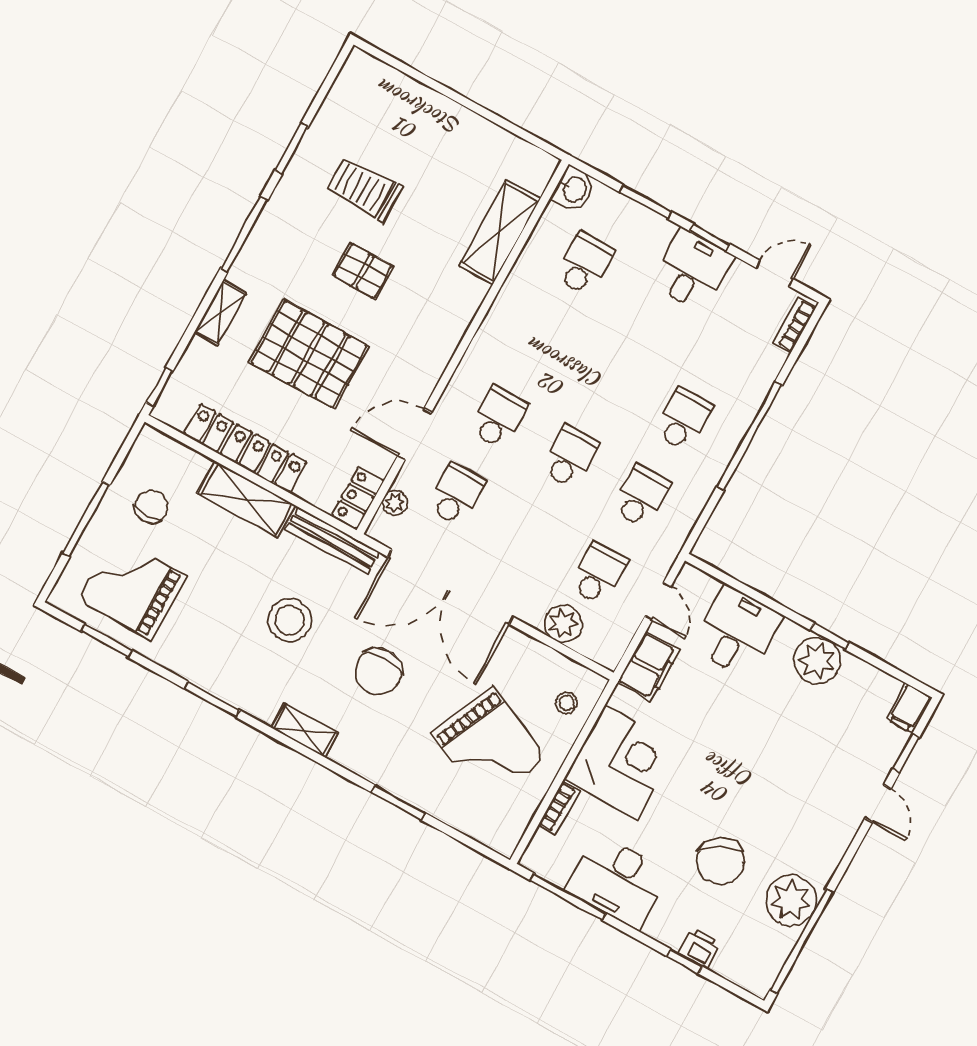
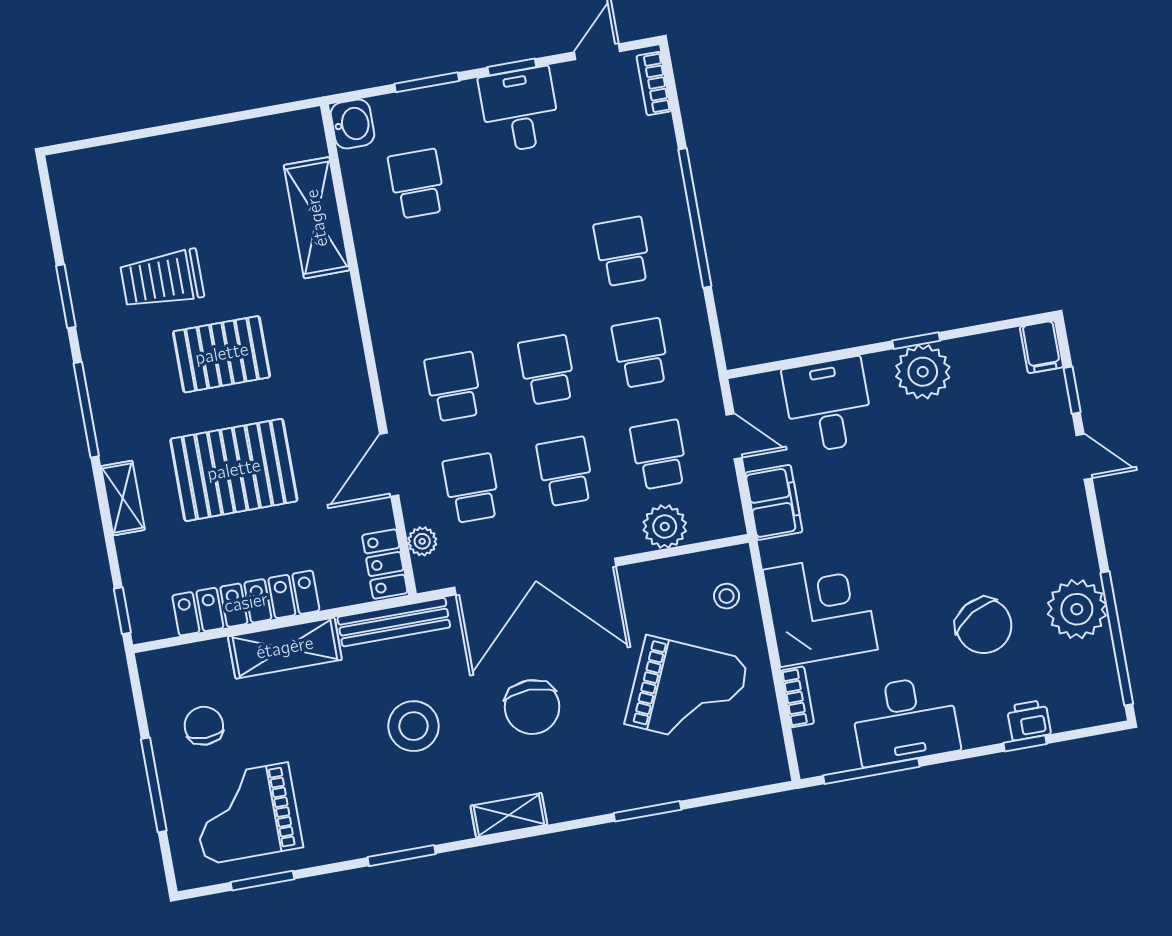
pallet: (363, 271) -> (222, 354), width x1.50, depth x1.42
school desk: (527, 534) -> (565, 472), added

